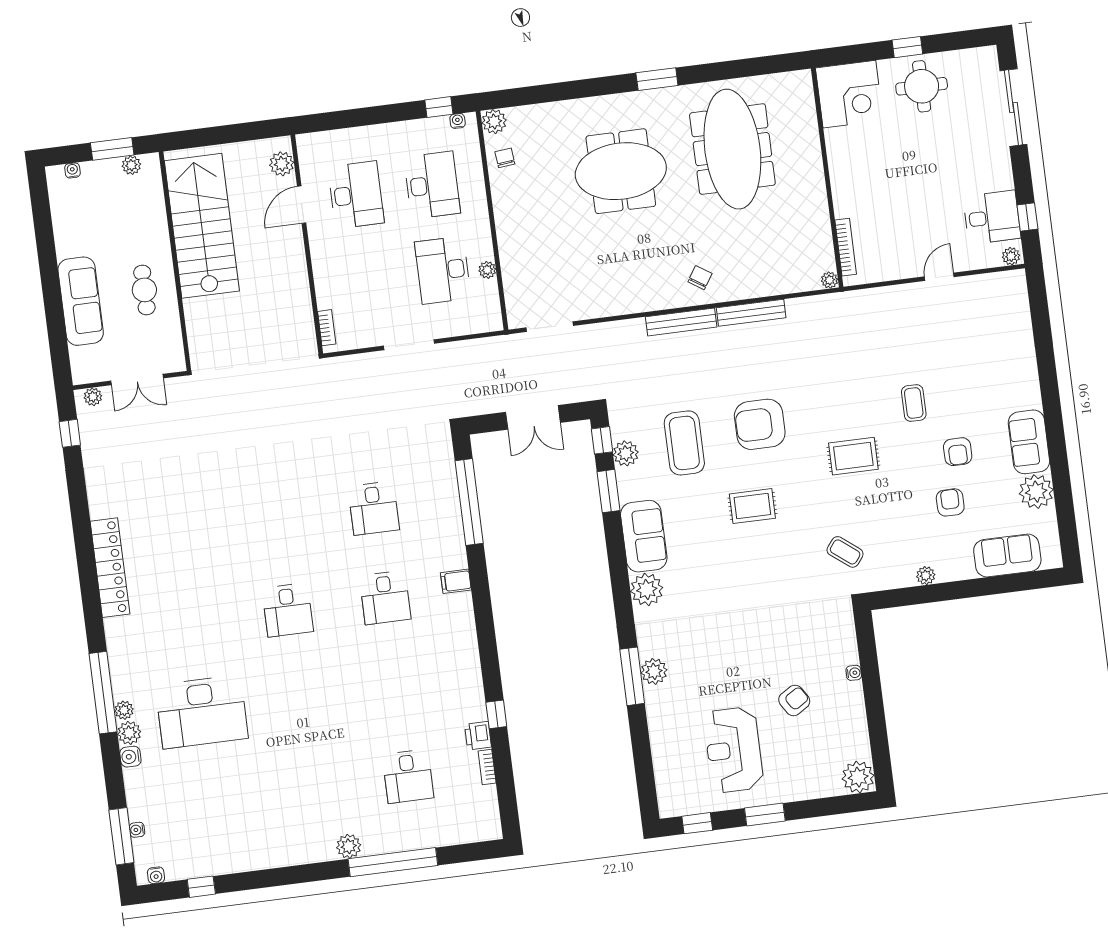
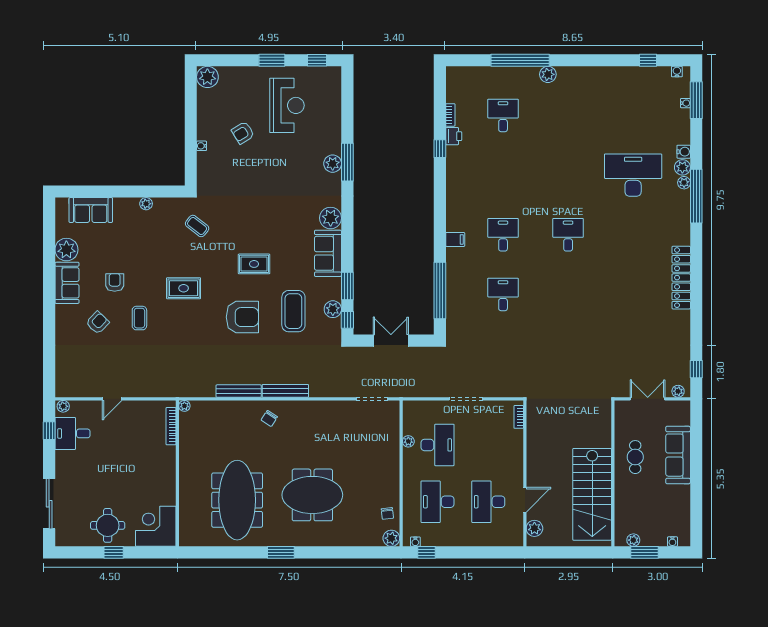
armchair: (950, 502) -> (98, 323), moved, turned -136

